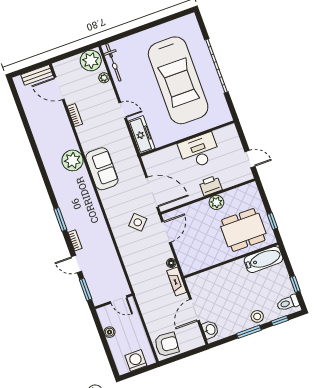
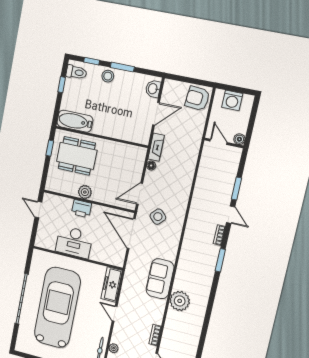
door: (119, 299) -> (218, 142), moved
wall: (113, 301) -> (224, 143), moved

